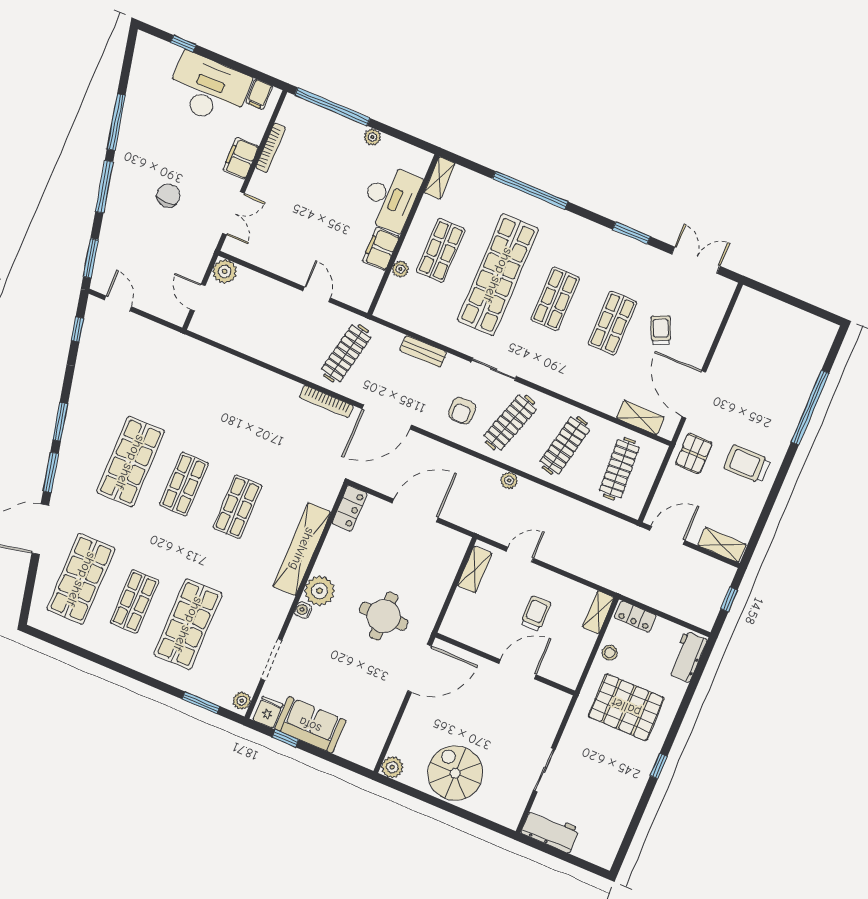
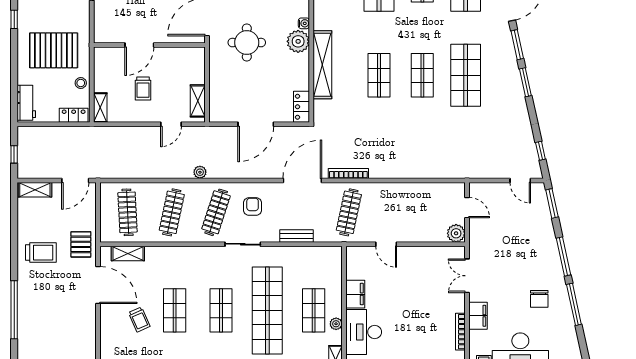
chair: (168, 196) -> (539, 299), moved
plant: (400, 269) -> (336, 324), moved

